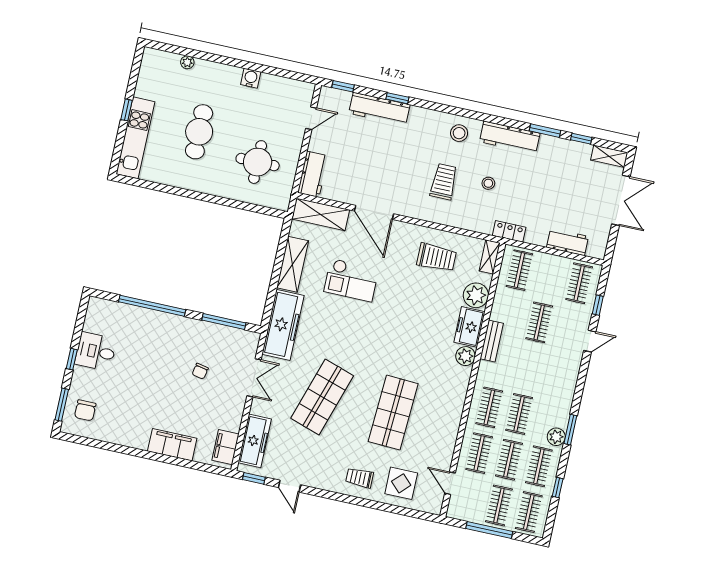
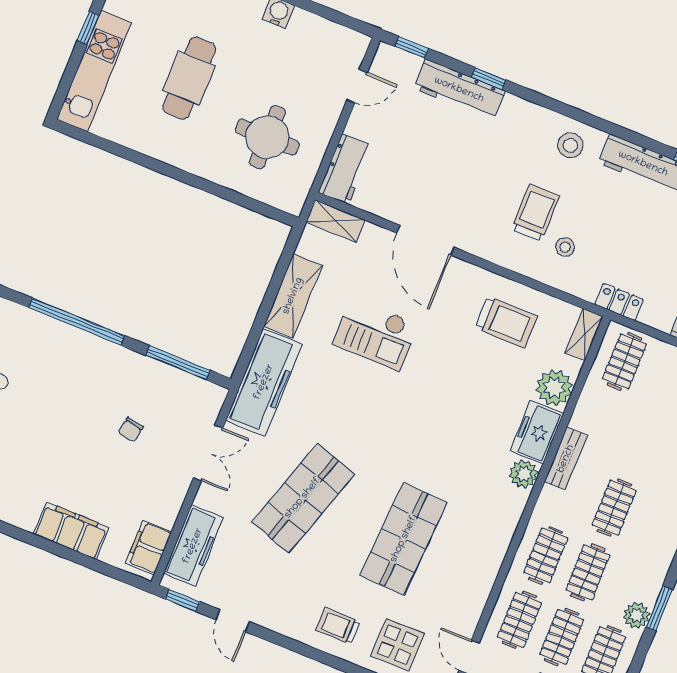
stool: (488, 183) -> (565, 247), moved
shelving: (321, 214) -> (336, 221), width x0.67, depth x0.75
clothes rail: (539, 322) -> (614, 508), moved

